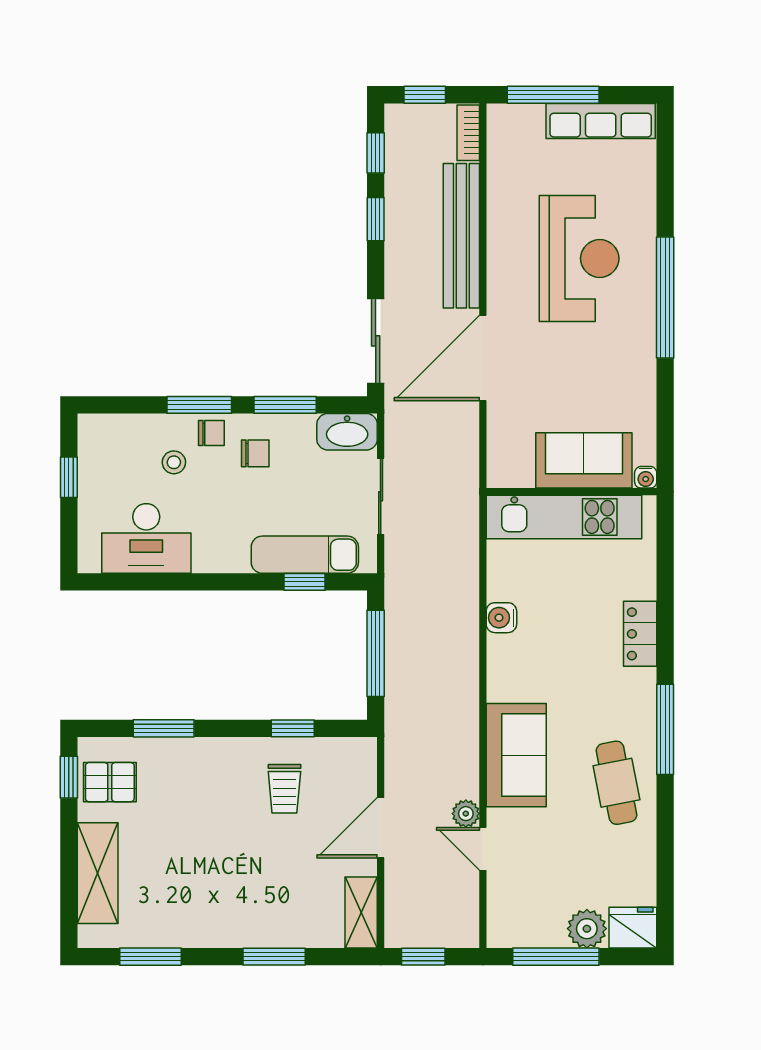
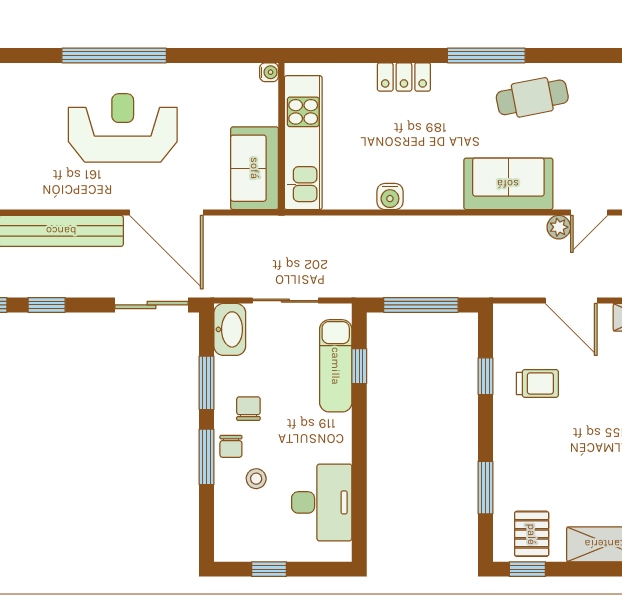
reception desk: (579, 258) -> (123, 128), moved
chair: (211, 433) -> (231, 446), turned 180
sofa: (584, 460) -> (255, 168), moved

